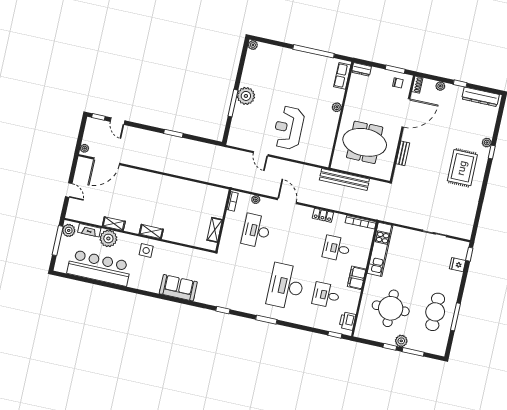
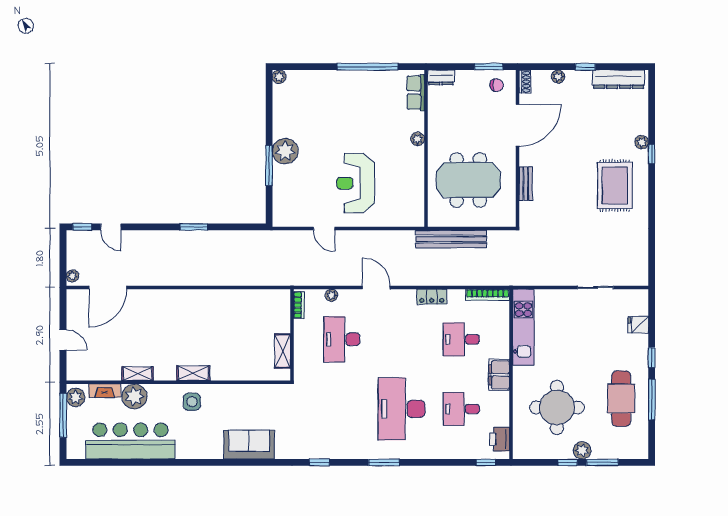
window: (469, 254) -> (652, 358), moved

